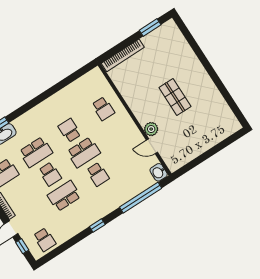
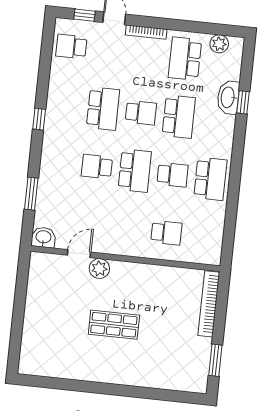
school desk: (55, 108) -> (210, 179), added
school desk: (103, 109) -> (166, 233), turned 180
school desk: (36, 152) -> (179, 117), turned 180
school desk: (84, 152) -> (135, 171), turned 180
school desk: (50, 174) -> (141, 113), turned 180
window: (141, 198) -> (31, 194), width x0.47

